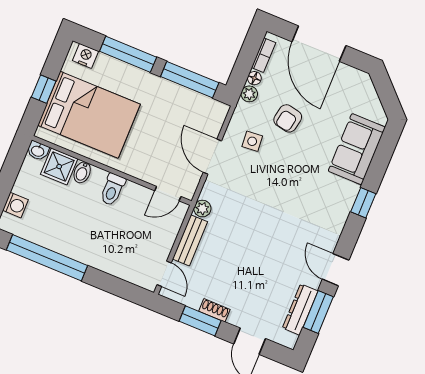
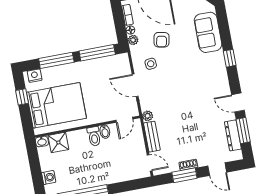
window: (44, 89) -> (22, 97), moved
bidet: (82, 172) -> (105, 132), moved

